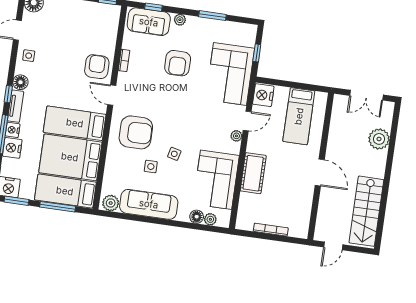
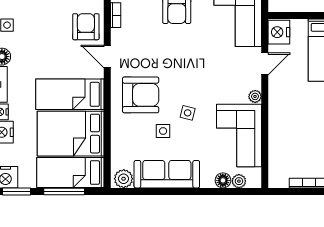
plant: (236, 136) -> (255, 96), moved
cot: (253, 173) -> (280, 122), removed

